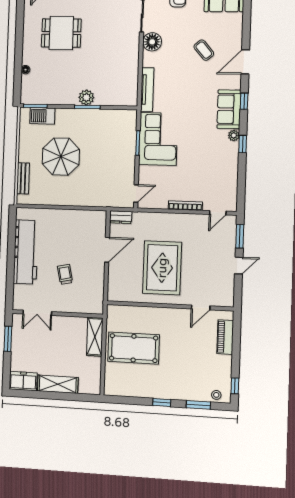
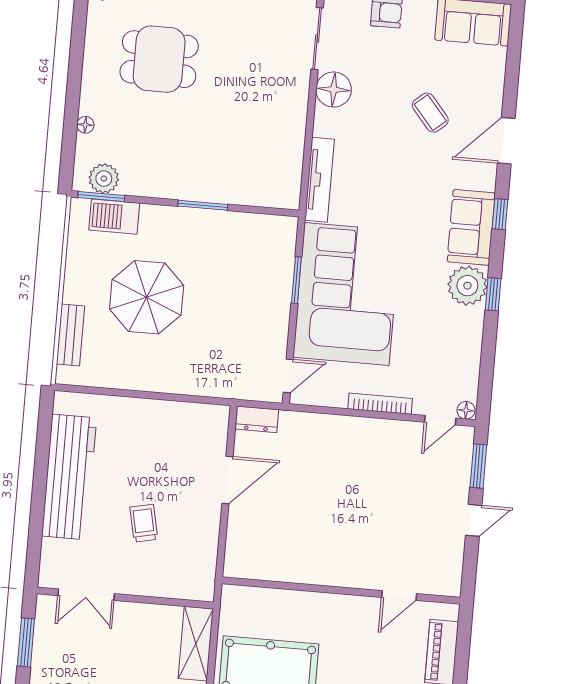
plant: (86, 97) -> (104, 179), moved
plant: (234, 135) -> (467, 286), width x1.88, depth x1.88
corner sofa: (158, 139) -> (347, 294), width x1.36, depth x1.36
floor lamp: (231, 207) -> (466, 410), added
rug: (162, 268) -> (330, 518), removed

